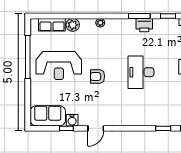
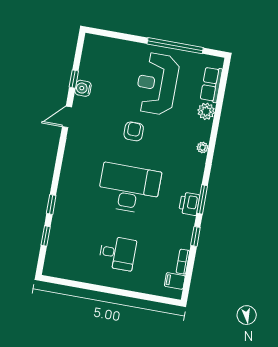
desk: (141, 72) -> (129, 189), width x1.36, depth x1.30
sofa: (48, 116) -> (94, 58), removed
door: (96, 128) -> (67, 117), hinge flipped

